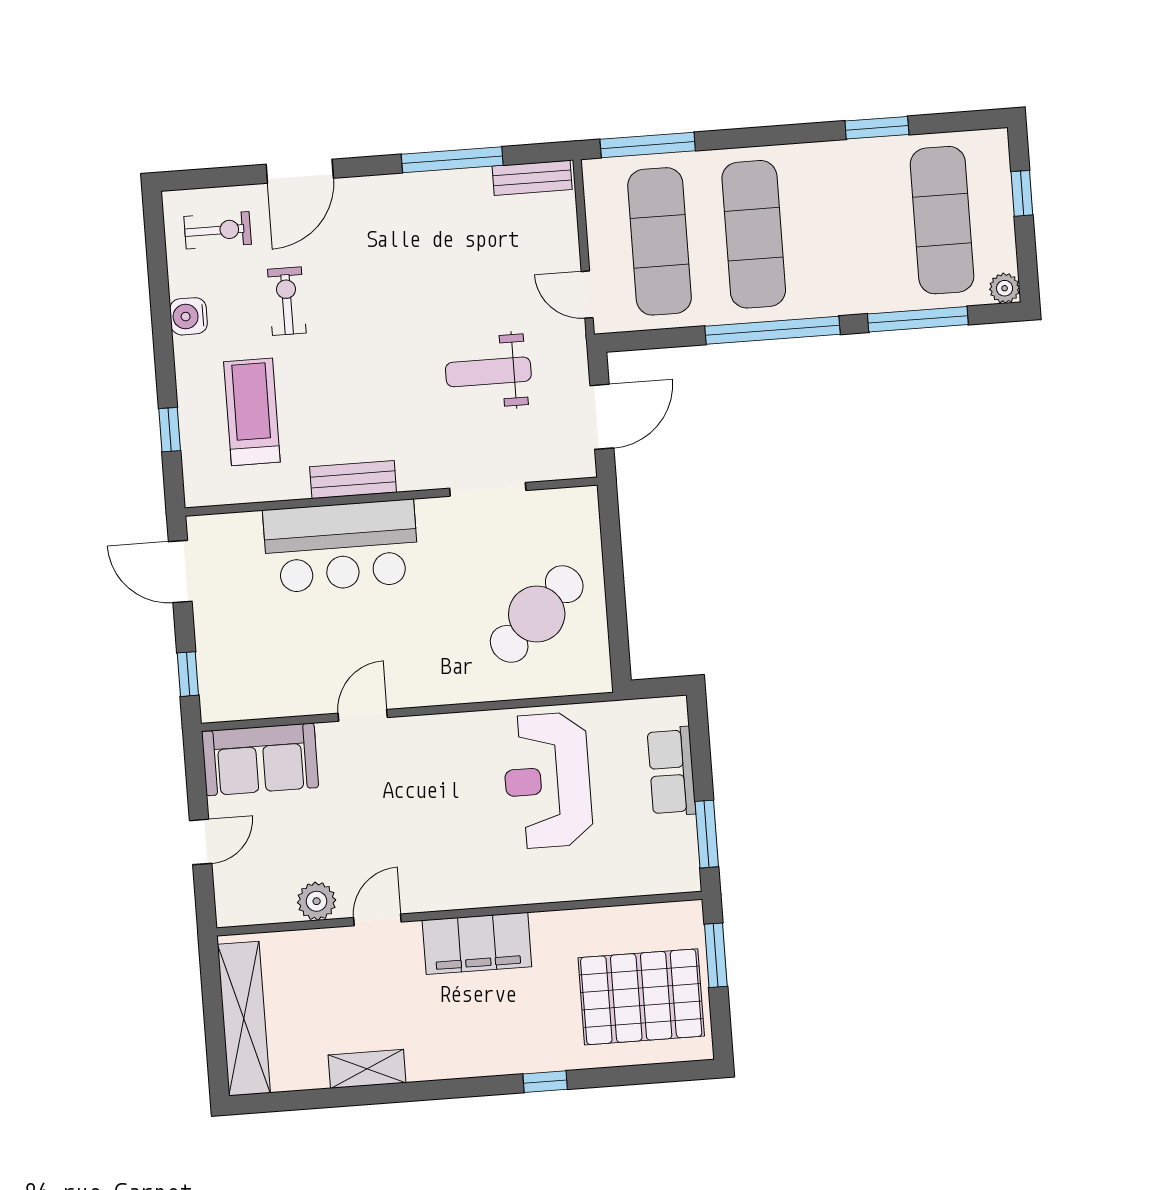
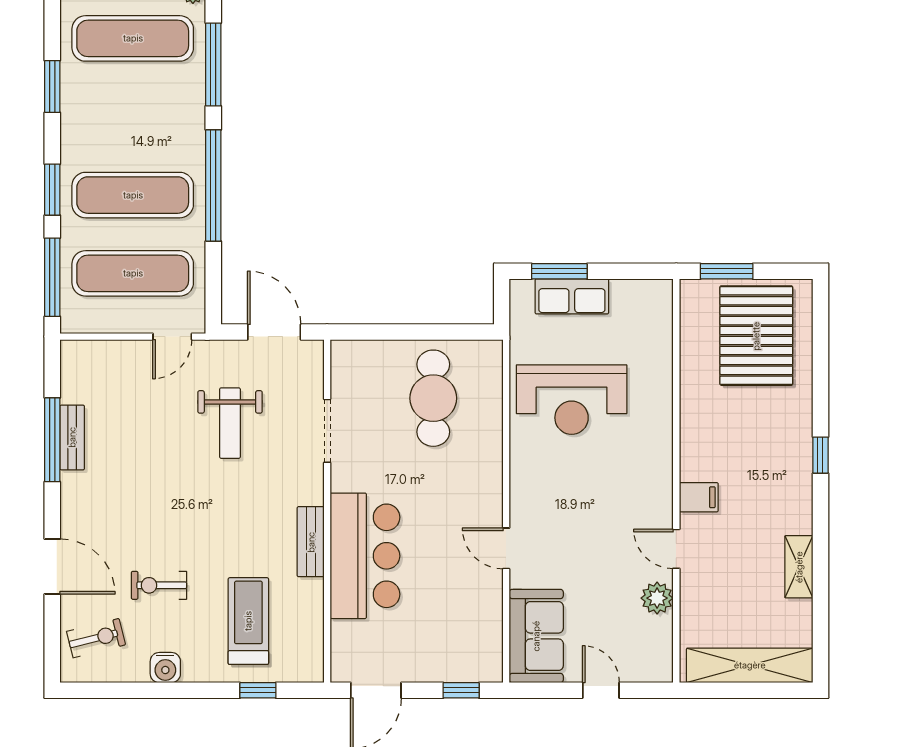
window: (753, 137) -> (52, 190), added
bench: (532, 178) -> (72, 437), moved
exercise bike: (218, 230) -> (96, 638), turned 76
treadmill: (252, 412) -> (248, 621), turned 90
cafe table: (537, 614) -> (433, 398), turned 43
window: (707, 834) -> (559, 271), moved
filing cabinet: (477, 943) -> (699, 497), width x0.33, depth x0.86
window: (545, 1082) -> (820, 455), moved

